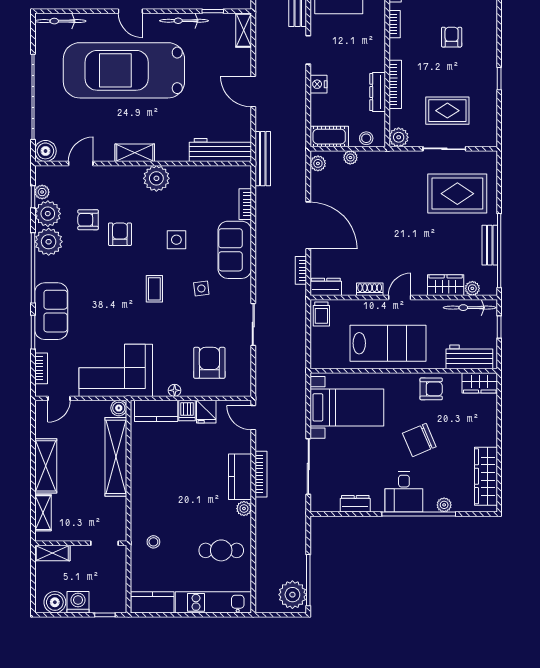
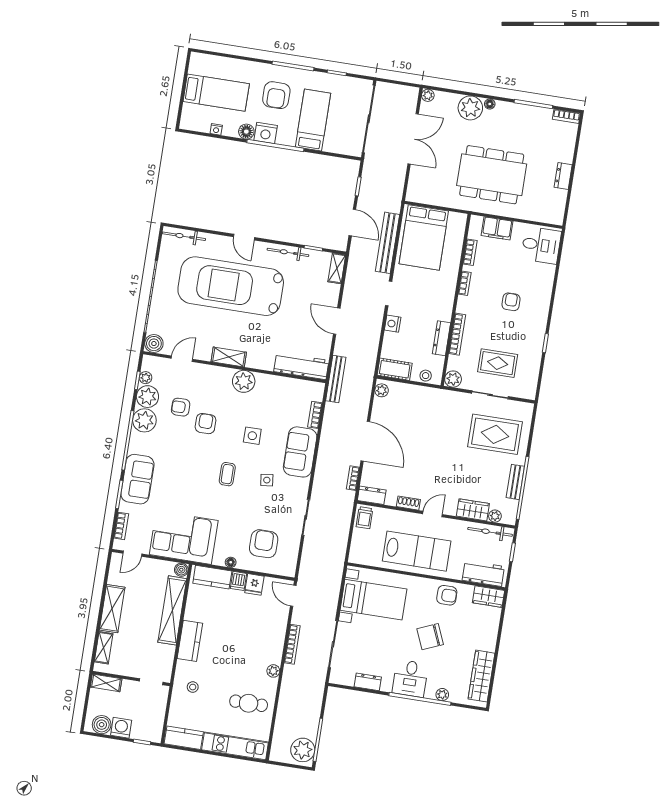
plant: (350, 158) -> (410, 390), removed
kitchen counter: (240, 477) -> (190, 641), moved, turned 180

